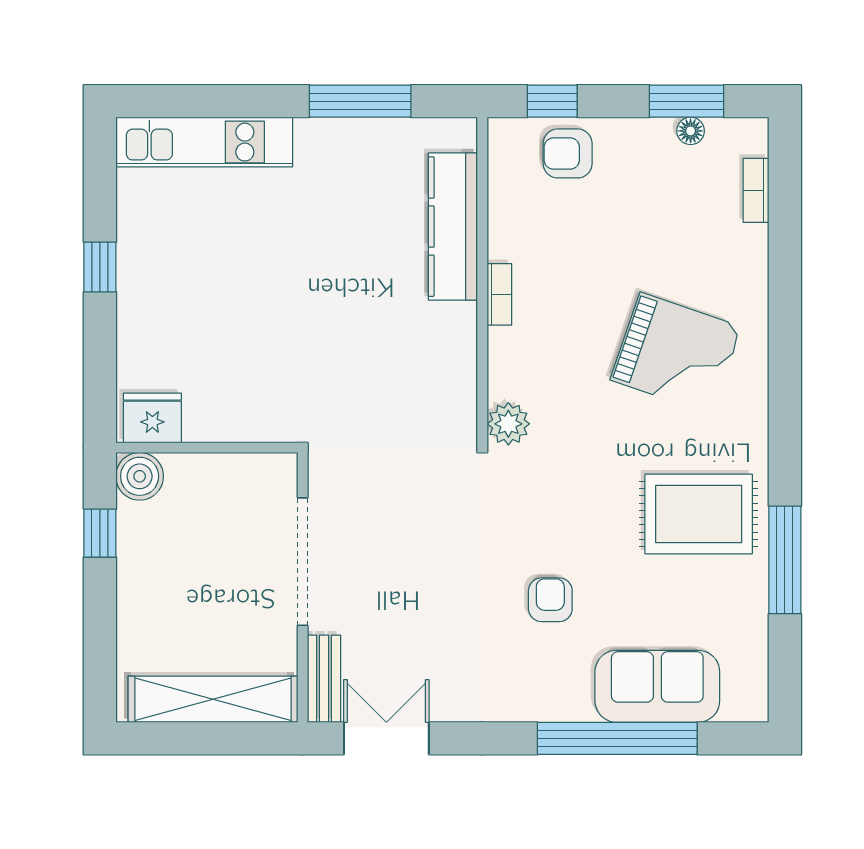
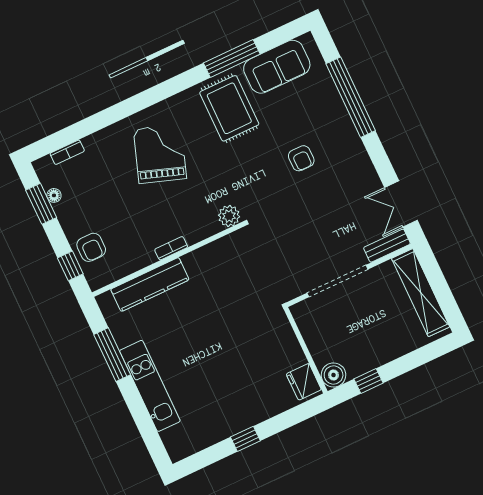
kitchen unit: (204, 142) -> (150, 386), moved
armchair: (550, 600) -> (301, 158), turned -90
sofa: (657, 686) -> (277, 67), moved, turned -90

